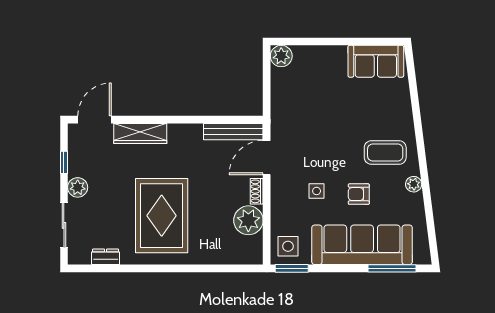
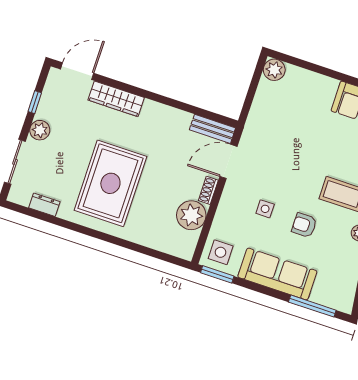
bench: (233, 132) -> (212, 129), width x0.73
sofa: (362, 245) -> (277, 274), width x0.74, depth x0.79

